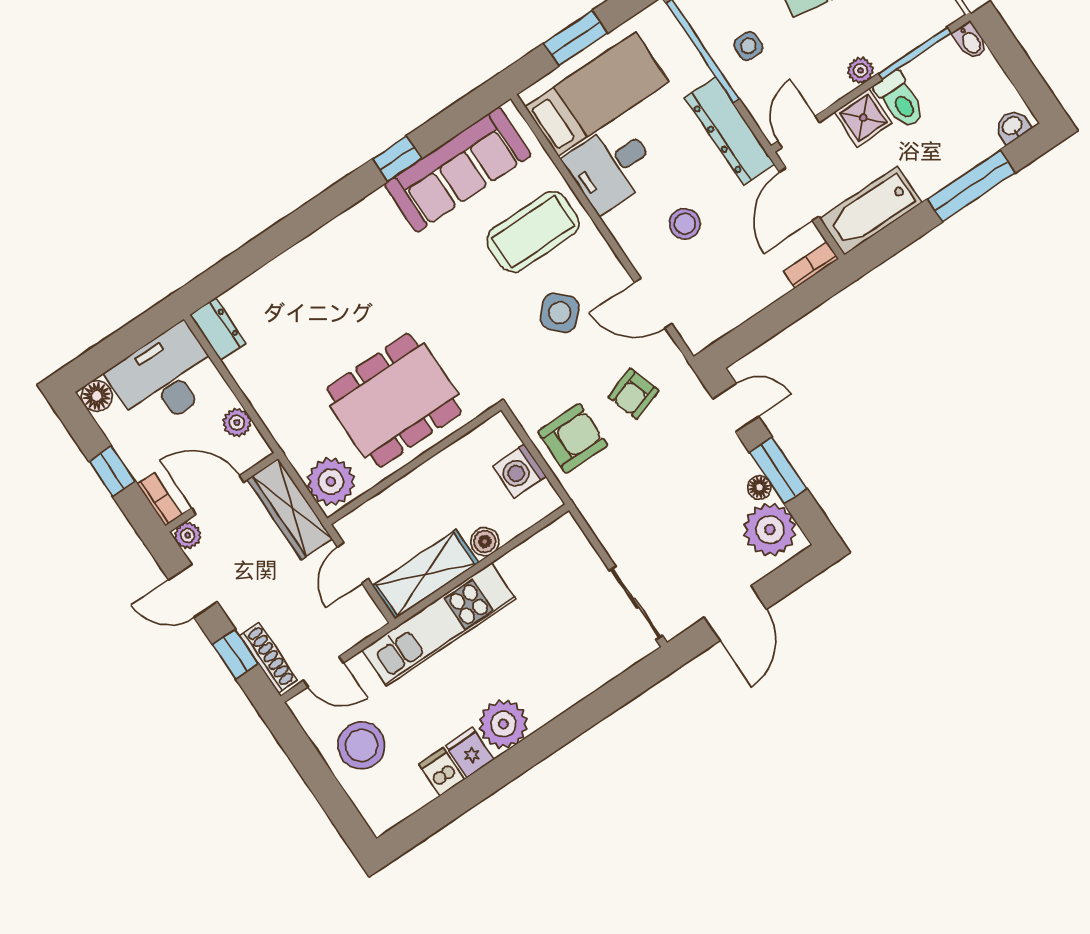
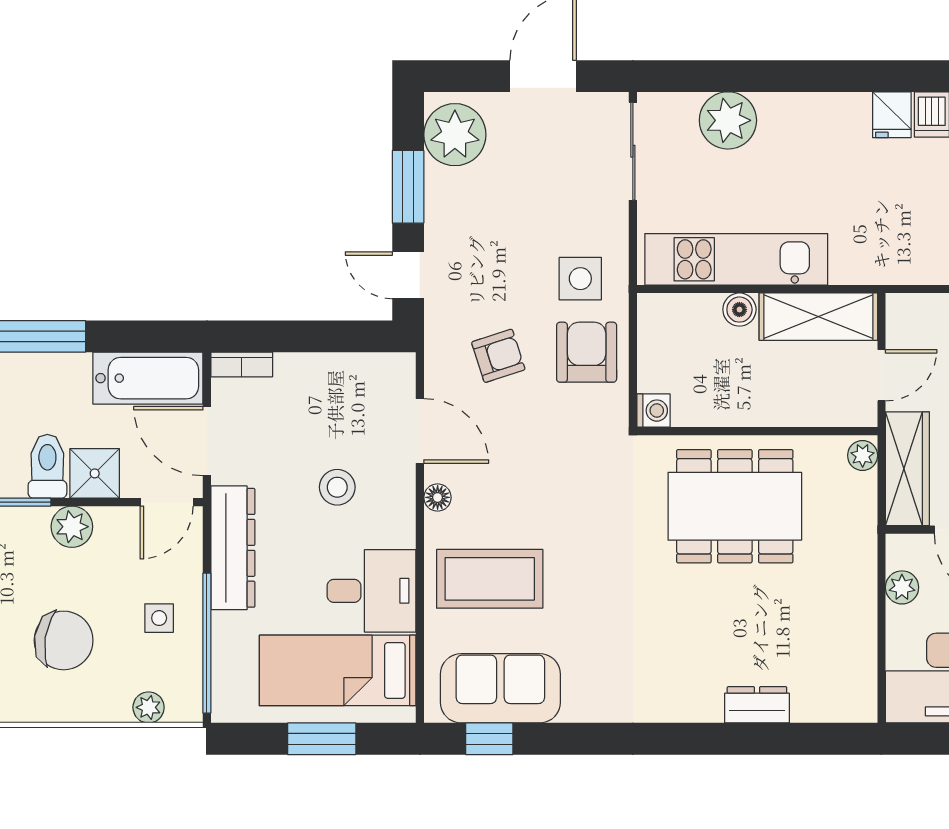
plant: (860, 70) -> (72, 527), width x1.38, depth x1.38
window: (397, 159) -> (489, 739), moved
sofa: (458, 170) -> (500, 688), width x0.73
door: (799, 194) -> (207, 441), swing flipped
side table: (560, 313) -> (580, 279), moved, turned 45
dresser: (218, 329) -> (757, 705), moved, turned 90
armchair: (573, 438) -> (587, 352), turned 90
washing machine: (519, 471) -> (653, 411), moved, width x0.73, depth x0.73
plant: (331, 482) -> (863, 455), width x0.53, depth x0.53
floor lamp: (759, 487) -> (438, 497), moved
kitchen unit: (439, 624) -> (736, 259), moved
plant: (503, 724) -> (728, 120), moved

